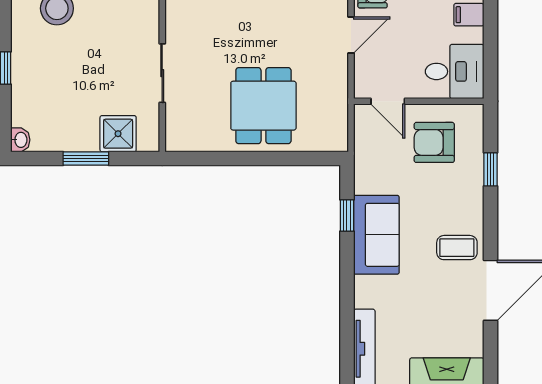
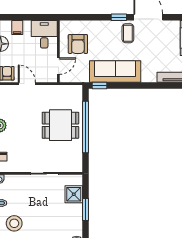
window: (260, 158) -> (85, 127), added
window: (490, 169) -> (119, 17), moved
window: (347, 216) -> (100, 85), moved
sofa: (376, 235) -> (115, 71), width x1.36

